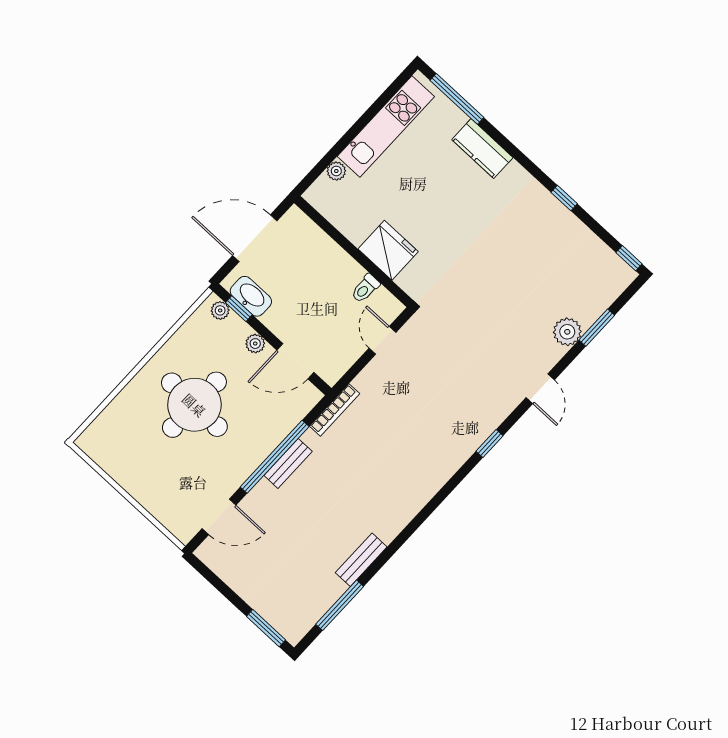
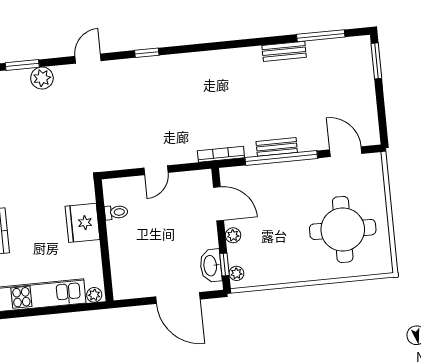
fridge: (388, 250) -> (83, 223), moved
wall: (354, 252) -> (104, 240), moved
toilet: (365, 288) -> (116, 212), moved
round table: (194, 405) -> (343, 229), moved

